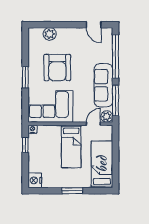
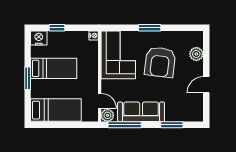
door: (94, 25) -> (206, 85), moved
window: (116, 57) -> (172, 125), width x0.47
armchair: (57, 68) -> (160, 62), turned -83
window: (25, 145) -> (57, 28), moved
bed: (71, 147) -> (54, 68), moved, turned 180

